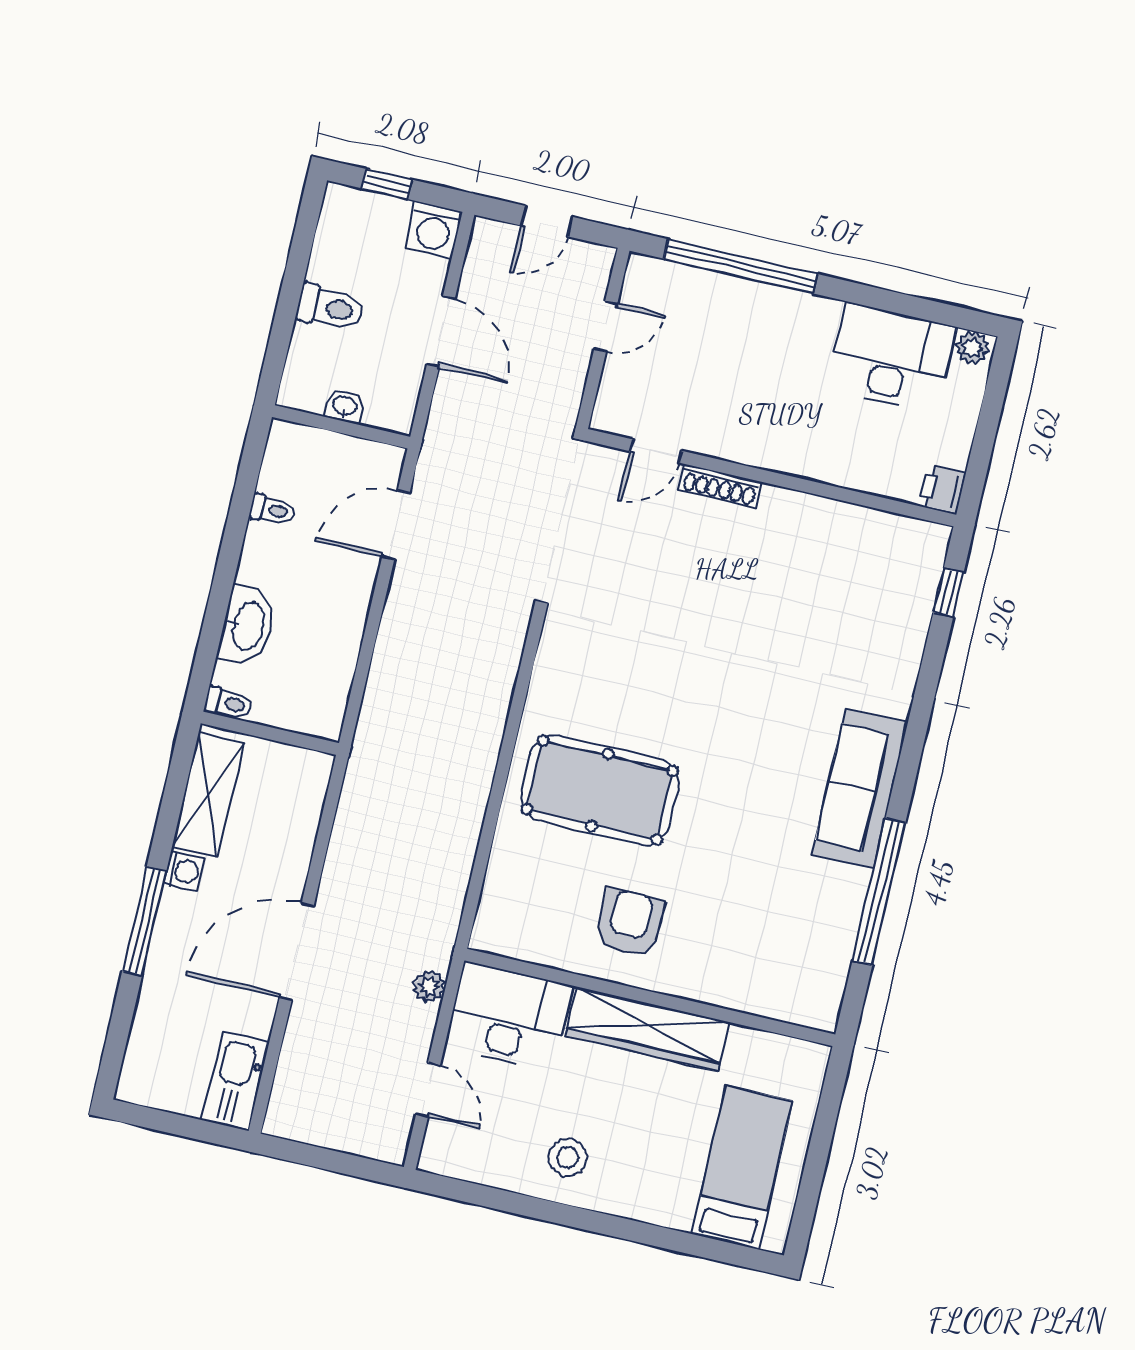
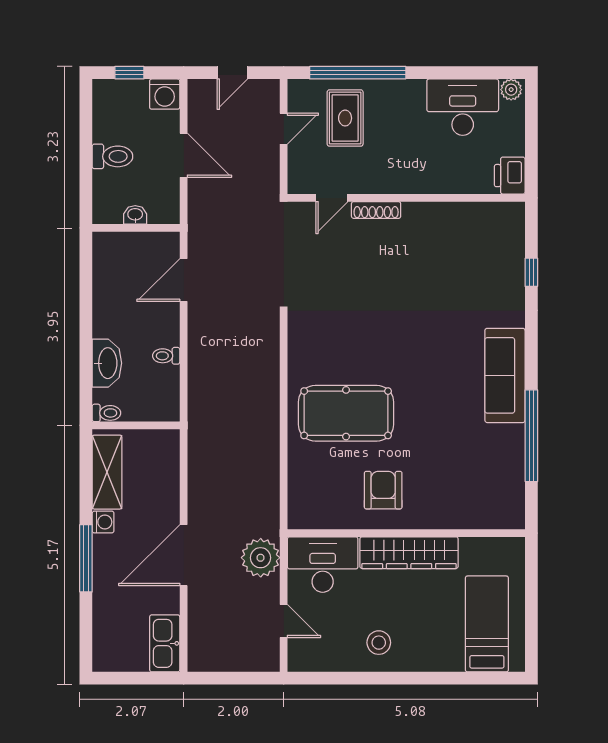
rug: (705, 332) -> (345, 118), added
printer: (942, 489) -> (510, 176), width x1.36, depth x1.24
toilet: (272, 510) -> (166, 356), moved, turned 180
window: (948, 593) -> (531, 272), moved
plant: (429, 986) -> (261, 558), width x1.87, depth x1.87

